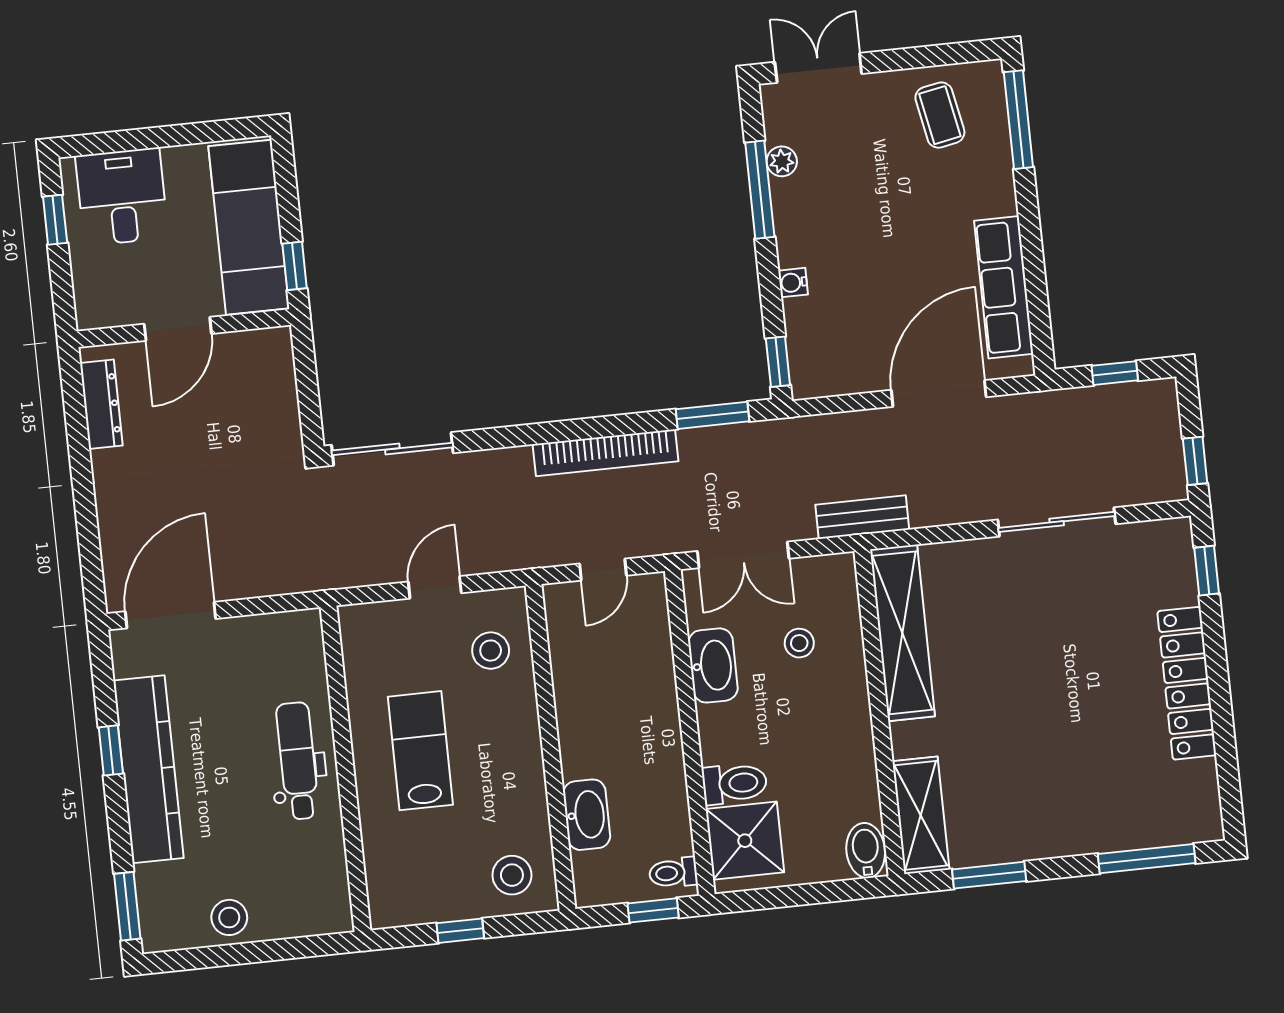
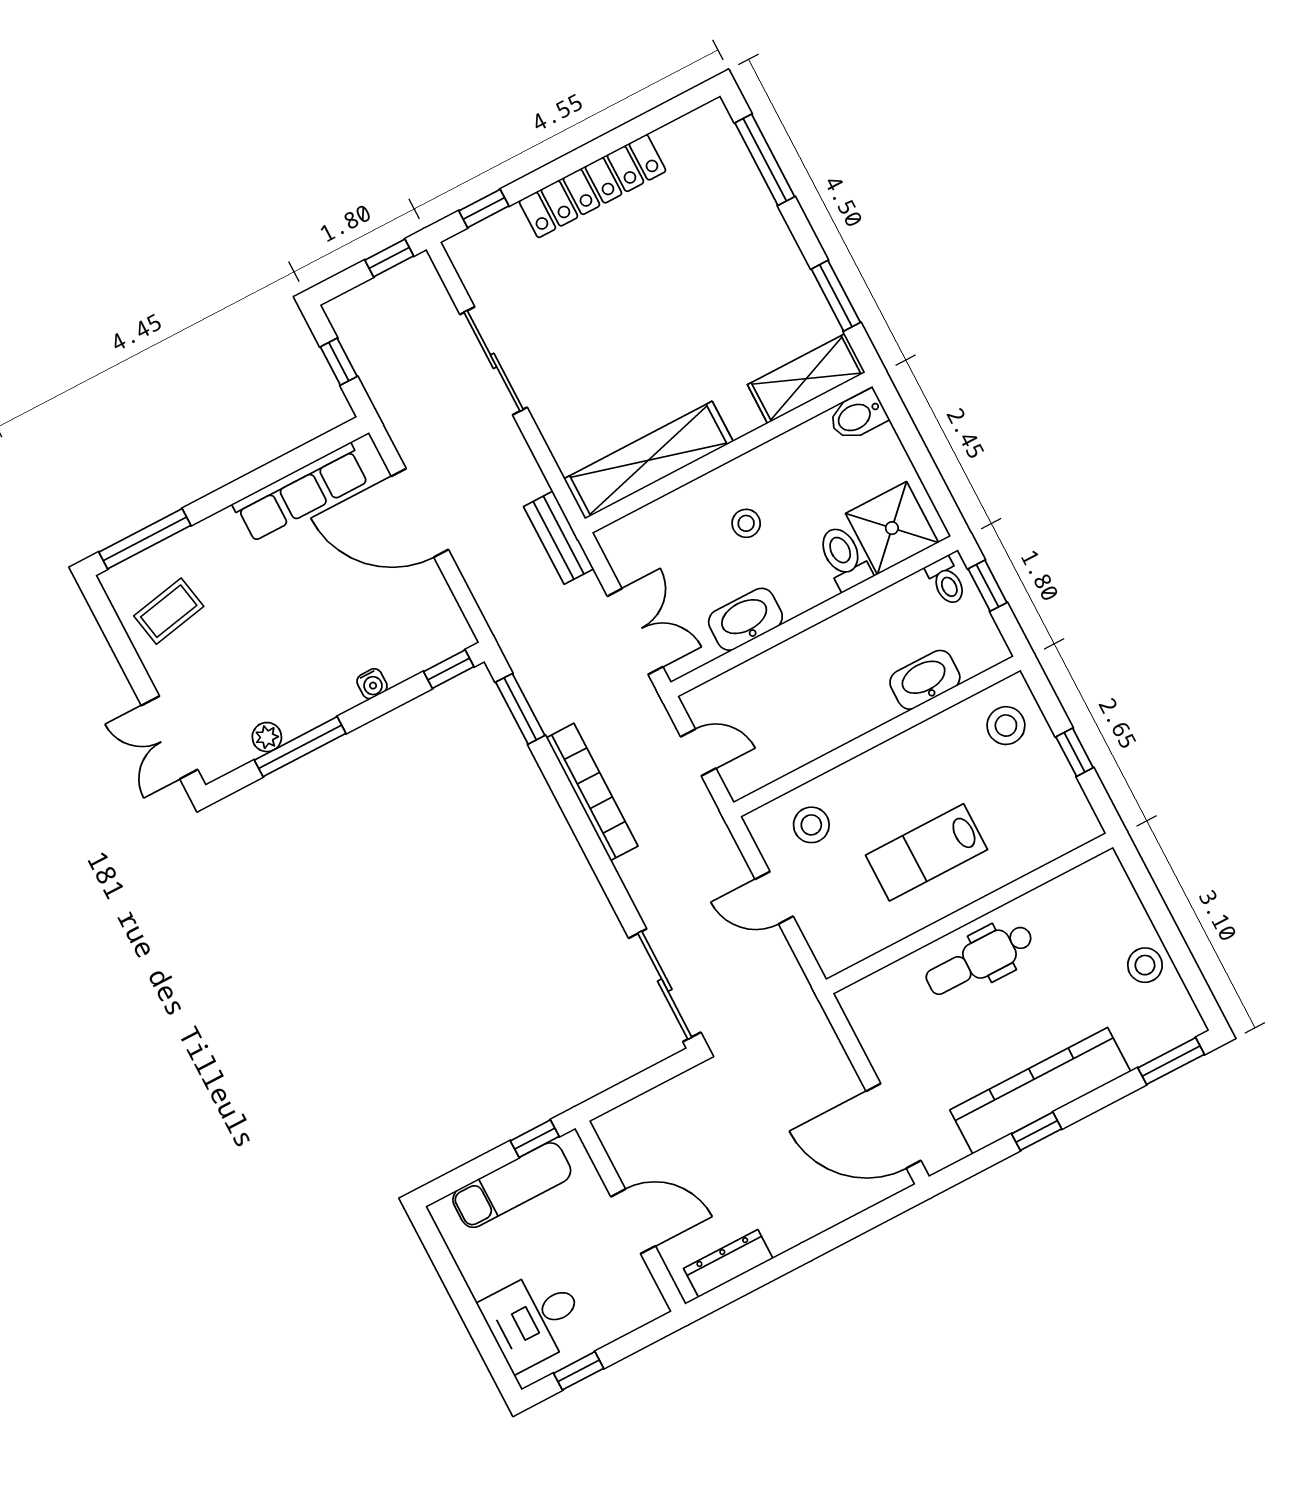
exam couch: (249, 227) -> (512, 1185), width x0.73, depth x0.69
stool: (799, 643) -> (746, 523), moved

